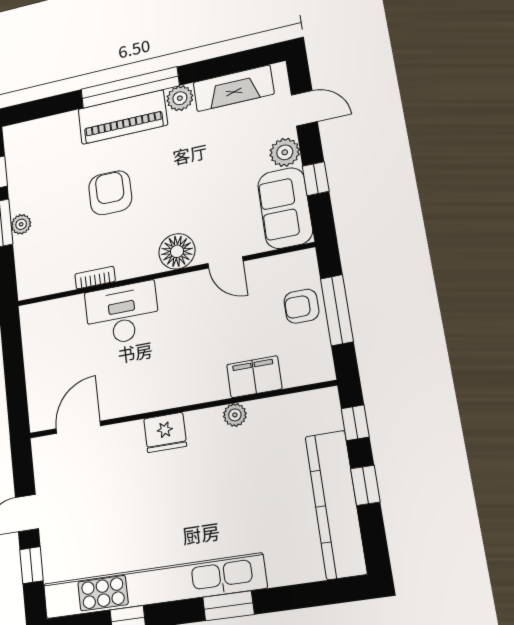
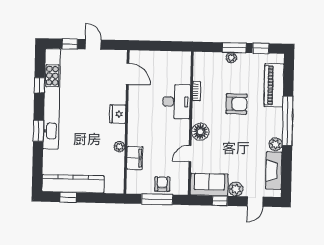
piano: (123, 117) -> (274, 85), moved
window: (355, 423) -> (106, 198), removed
window: (365, 485) -> (68, 197), moved

